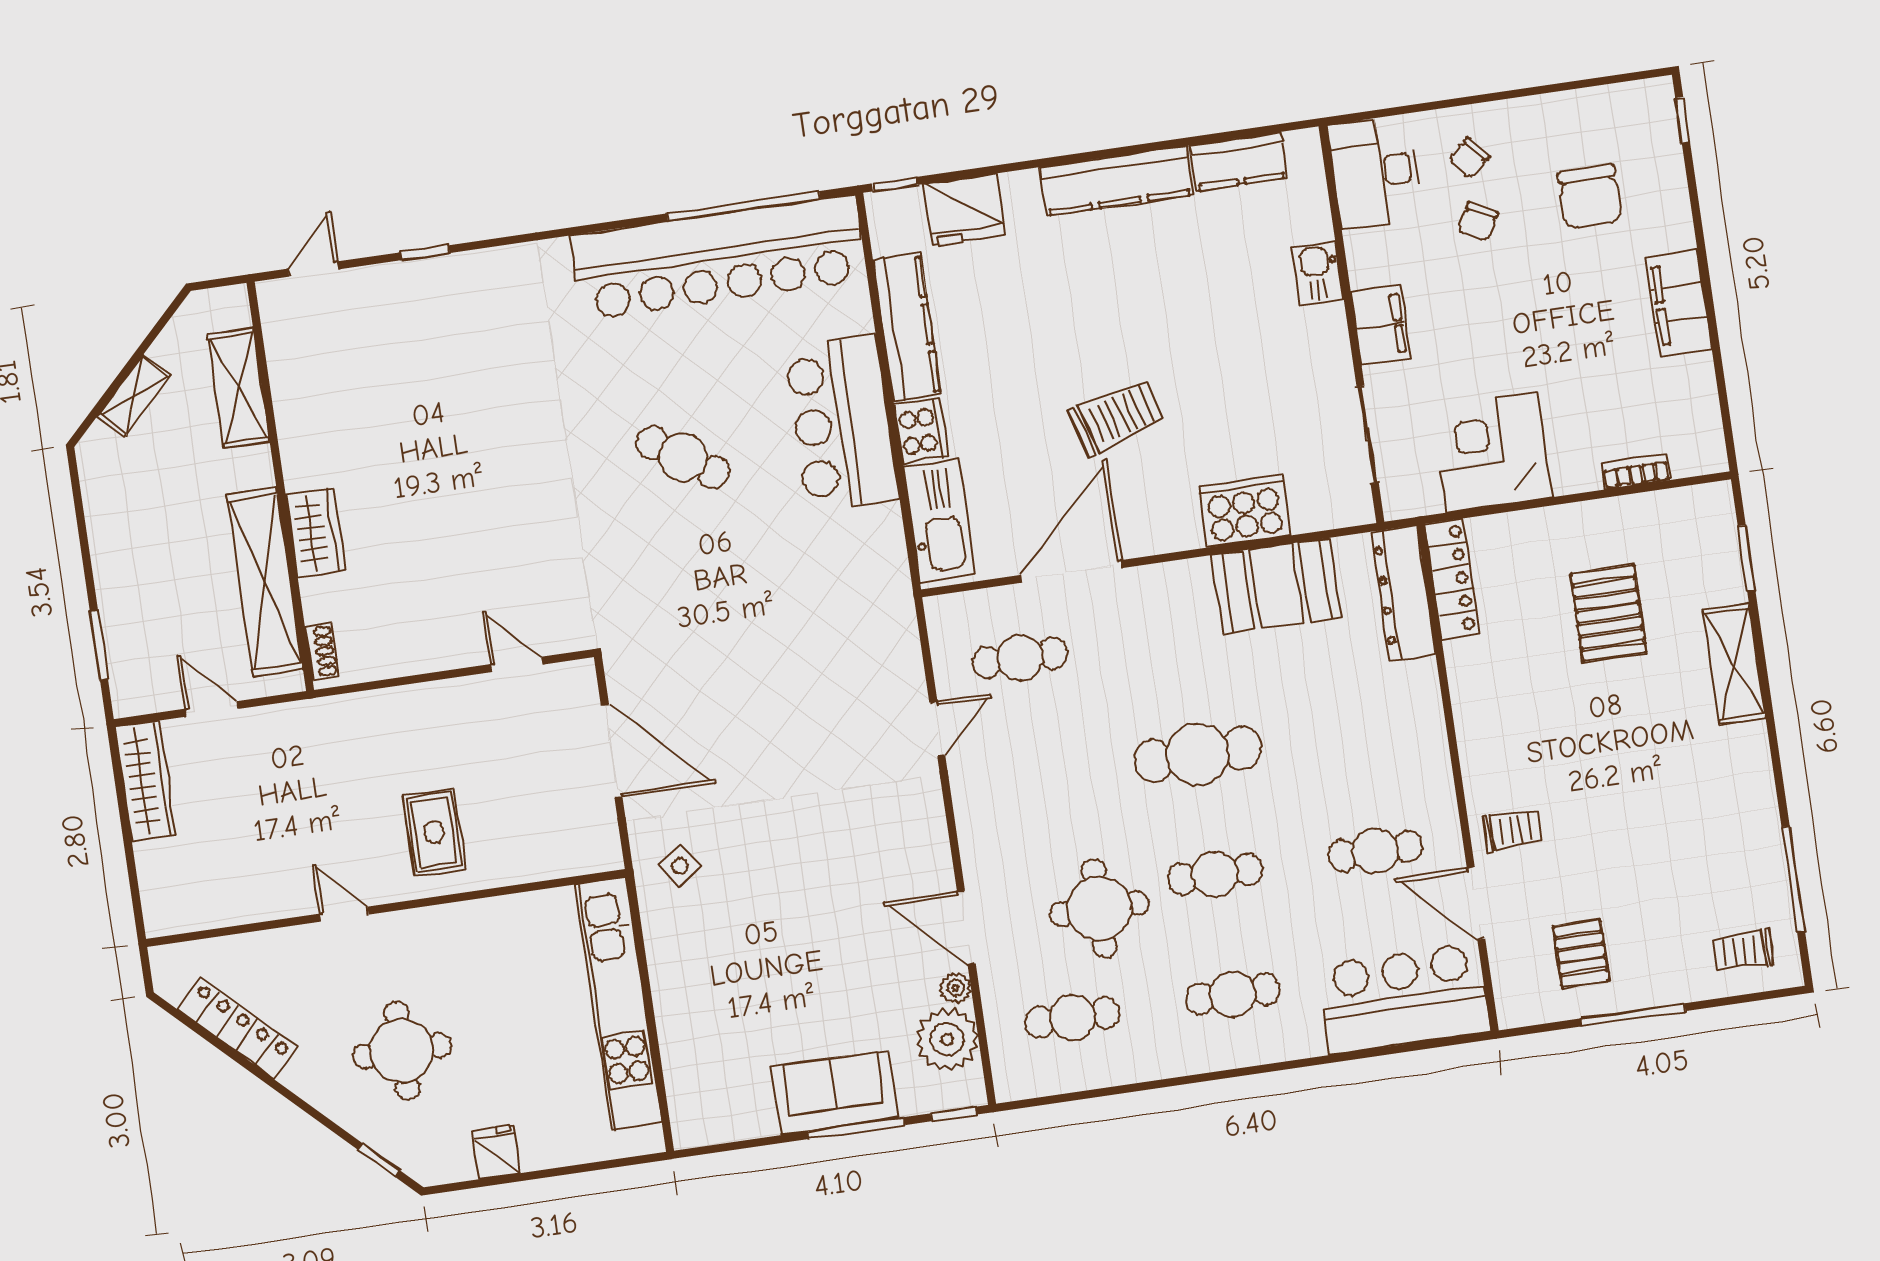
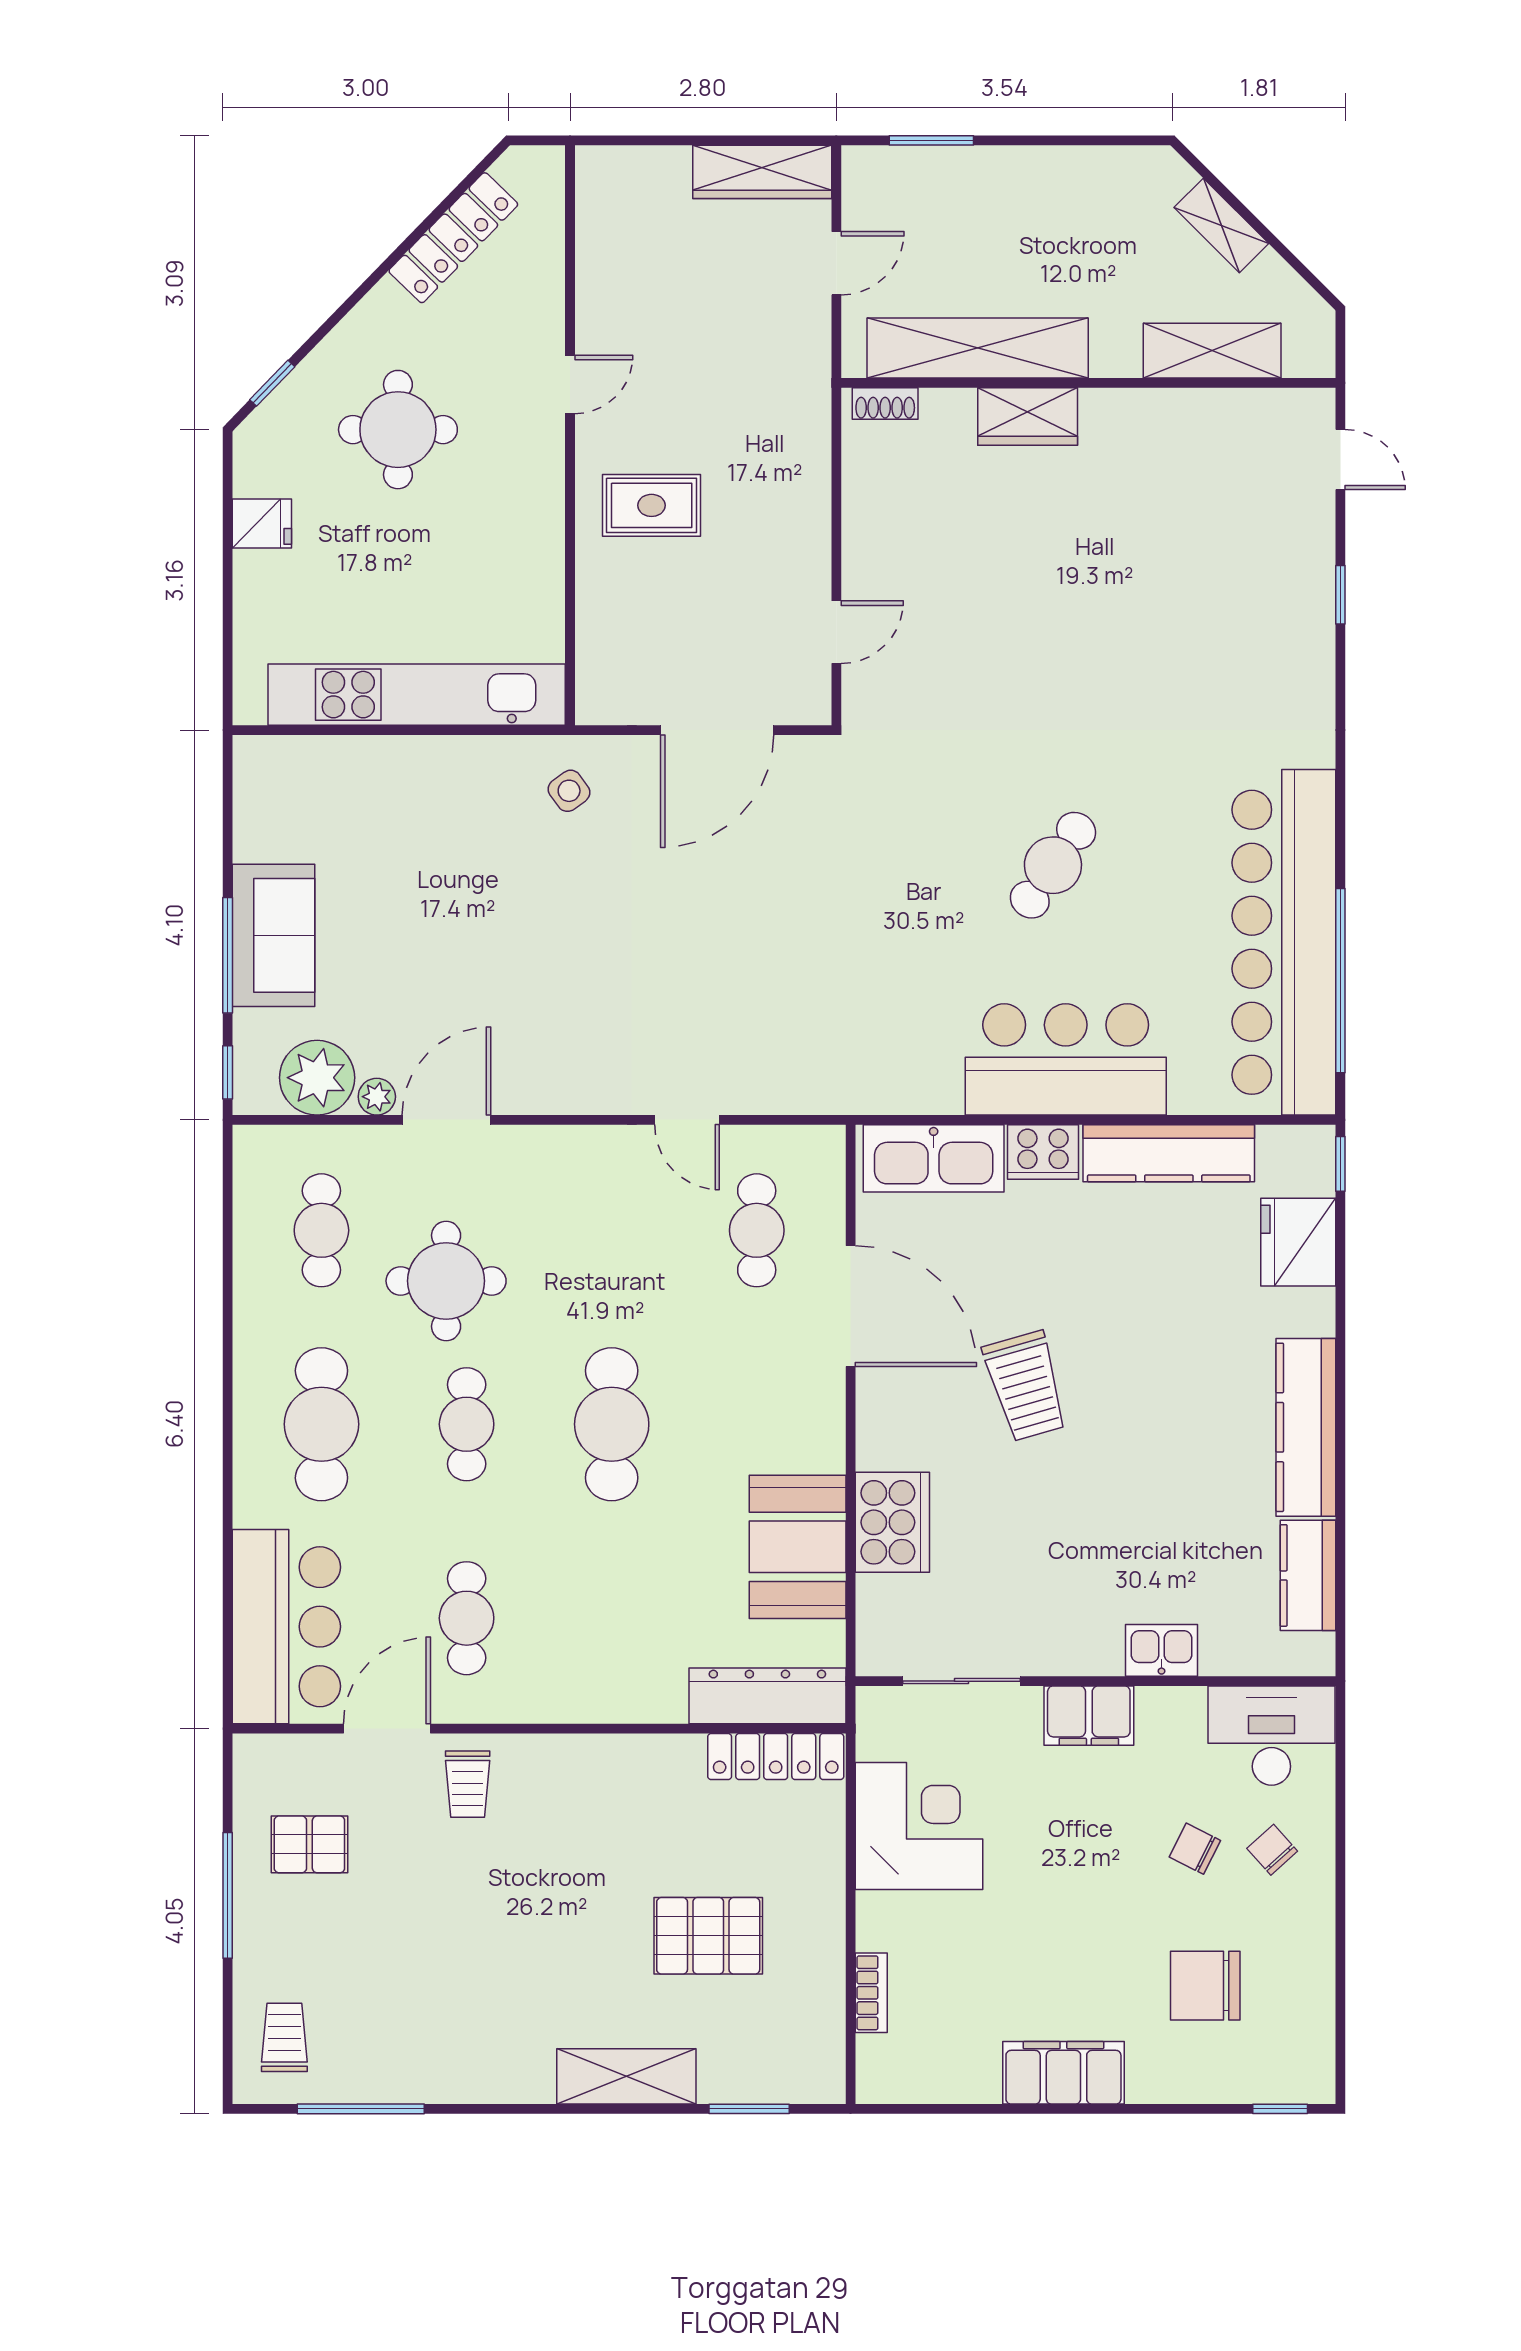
cafe table: (1233, 994) -> (321, 1424), width x1.37, depth x1.35

